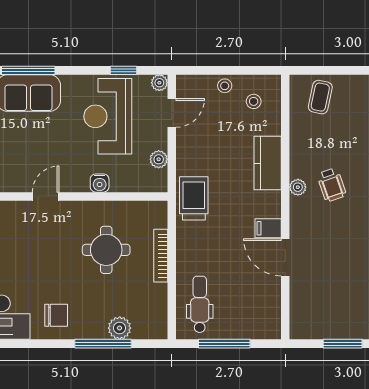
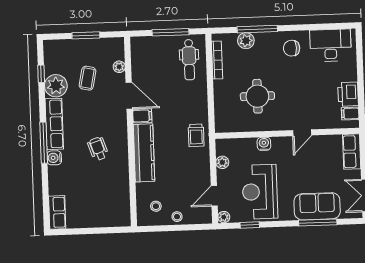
coffee table: (320, 97) -> (88, 78), moved
reception desk: (108, 116) -> (260, 192), turned 180
kitchen counter: (268, 163) -> (144, 153), width x1.50
plant: (298, 187) -> (119, 67), moved
trolley: (194, 198) -> (196, 135), width x0.73, depth x0.72
bookcase: (161, 256) -> (217, 60), moved

